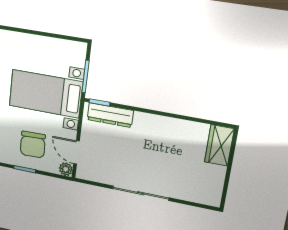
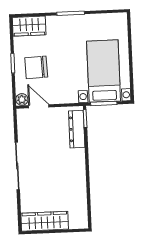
bed with nightstands: (46, 94) -> (104, 71), moved
wardrobe: (219, 145) -> (45, 221), moved, width x1.50
door: (76, 152) -> (39, 106), hinge flipped

